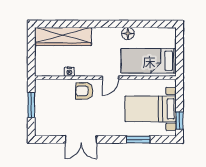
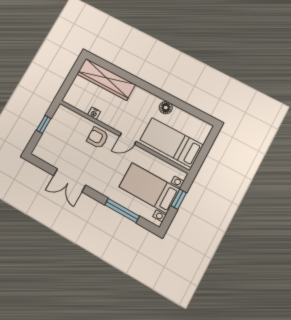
window: (31, 105) -> (44, 124), width x0.67
window: (180, 121) -> (179, 199), moved
window: (138, 140) -> (122, 210), width x1.44

